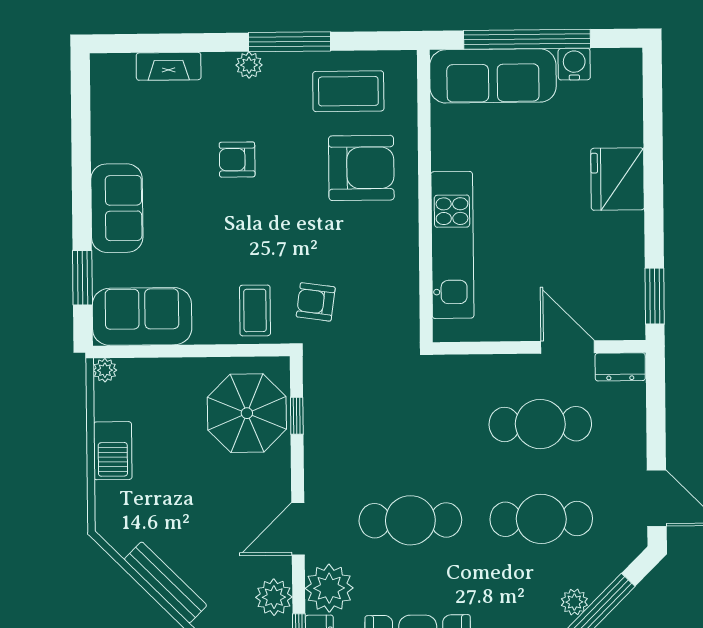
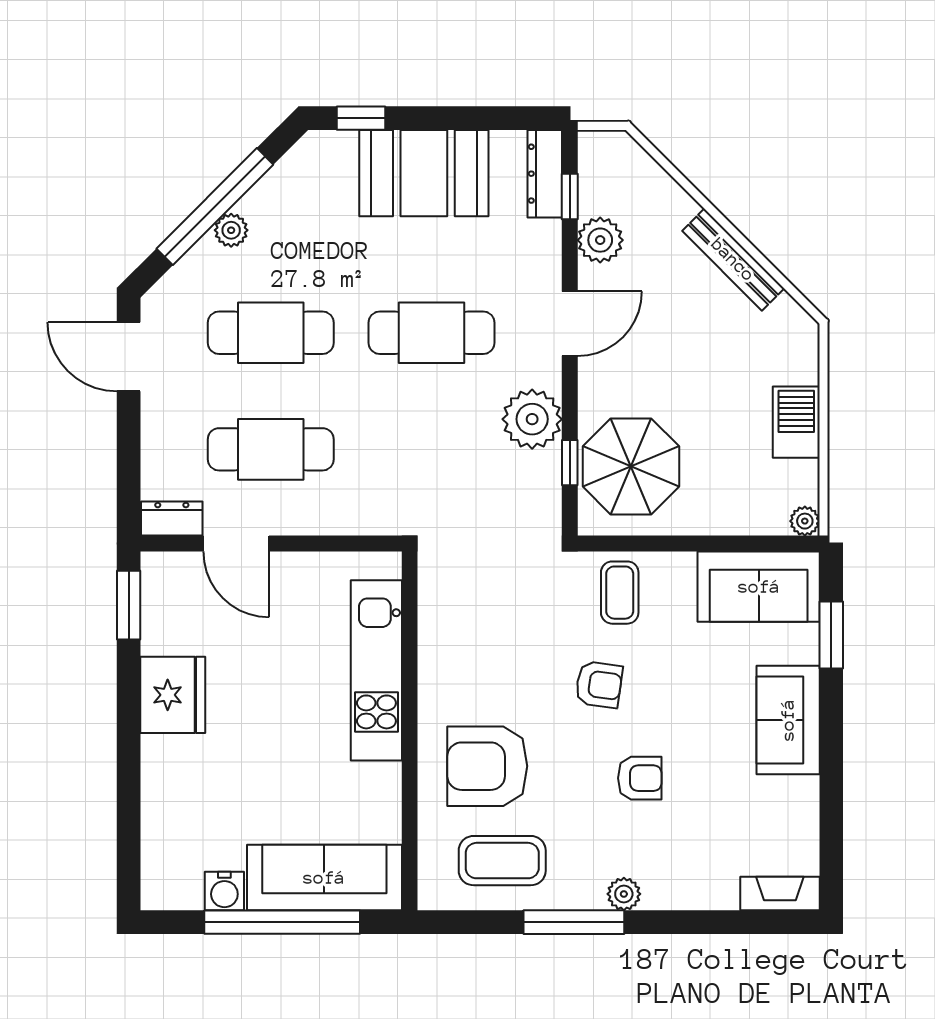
fireplace: (169, 66) -> (780, 894), moved
fridge: (618, 179) -> (173, 695), moved
armchair: (316, 302) -> (599, 685), moved
plant: (329, 588) -> (532, 419), moved

